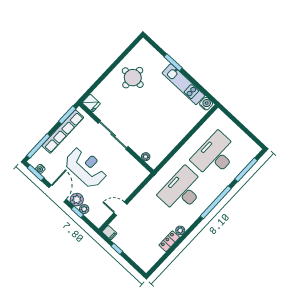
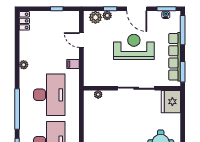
fridge: (91, 103) -> (171, 102), width x1.88, depth x1.34
reception desk: (86, 167) -> (134, 47), turned 180
plant: (77, 200) -> (95, 17), moved
door: (120, 209) -> (81, 40), swing flipped
filing cabinet: (109, 233) -> (73, 64), moved
locker: (169, 241) -> (24, 21), moved

